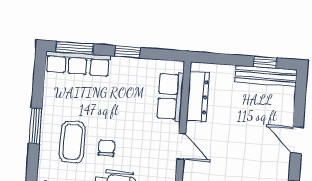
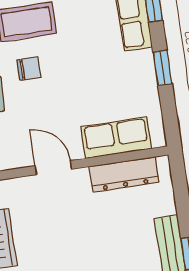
door: (181, 146) -> (53, 168), swing flipped

